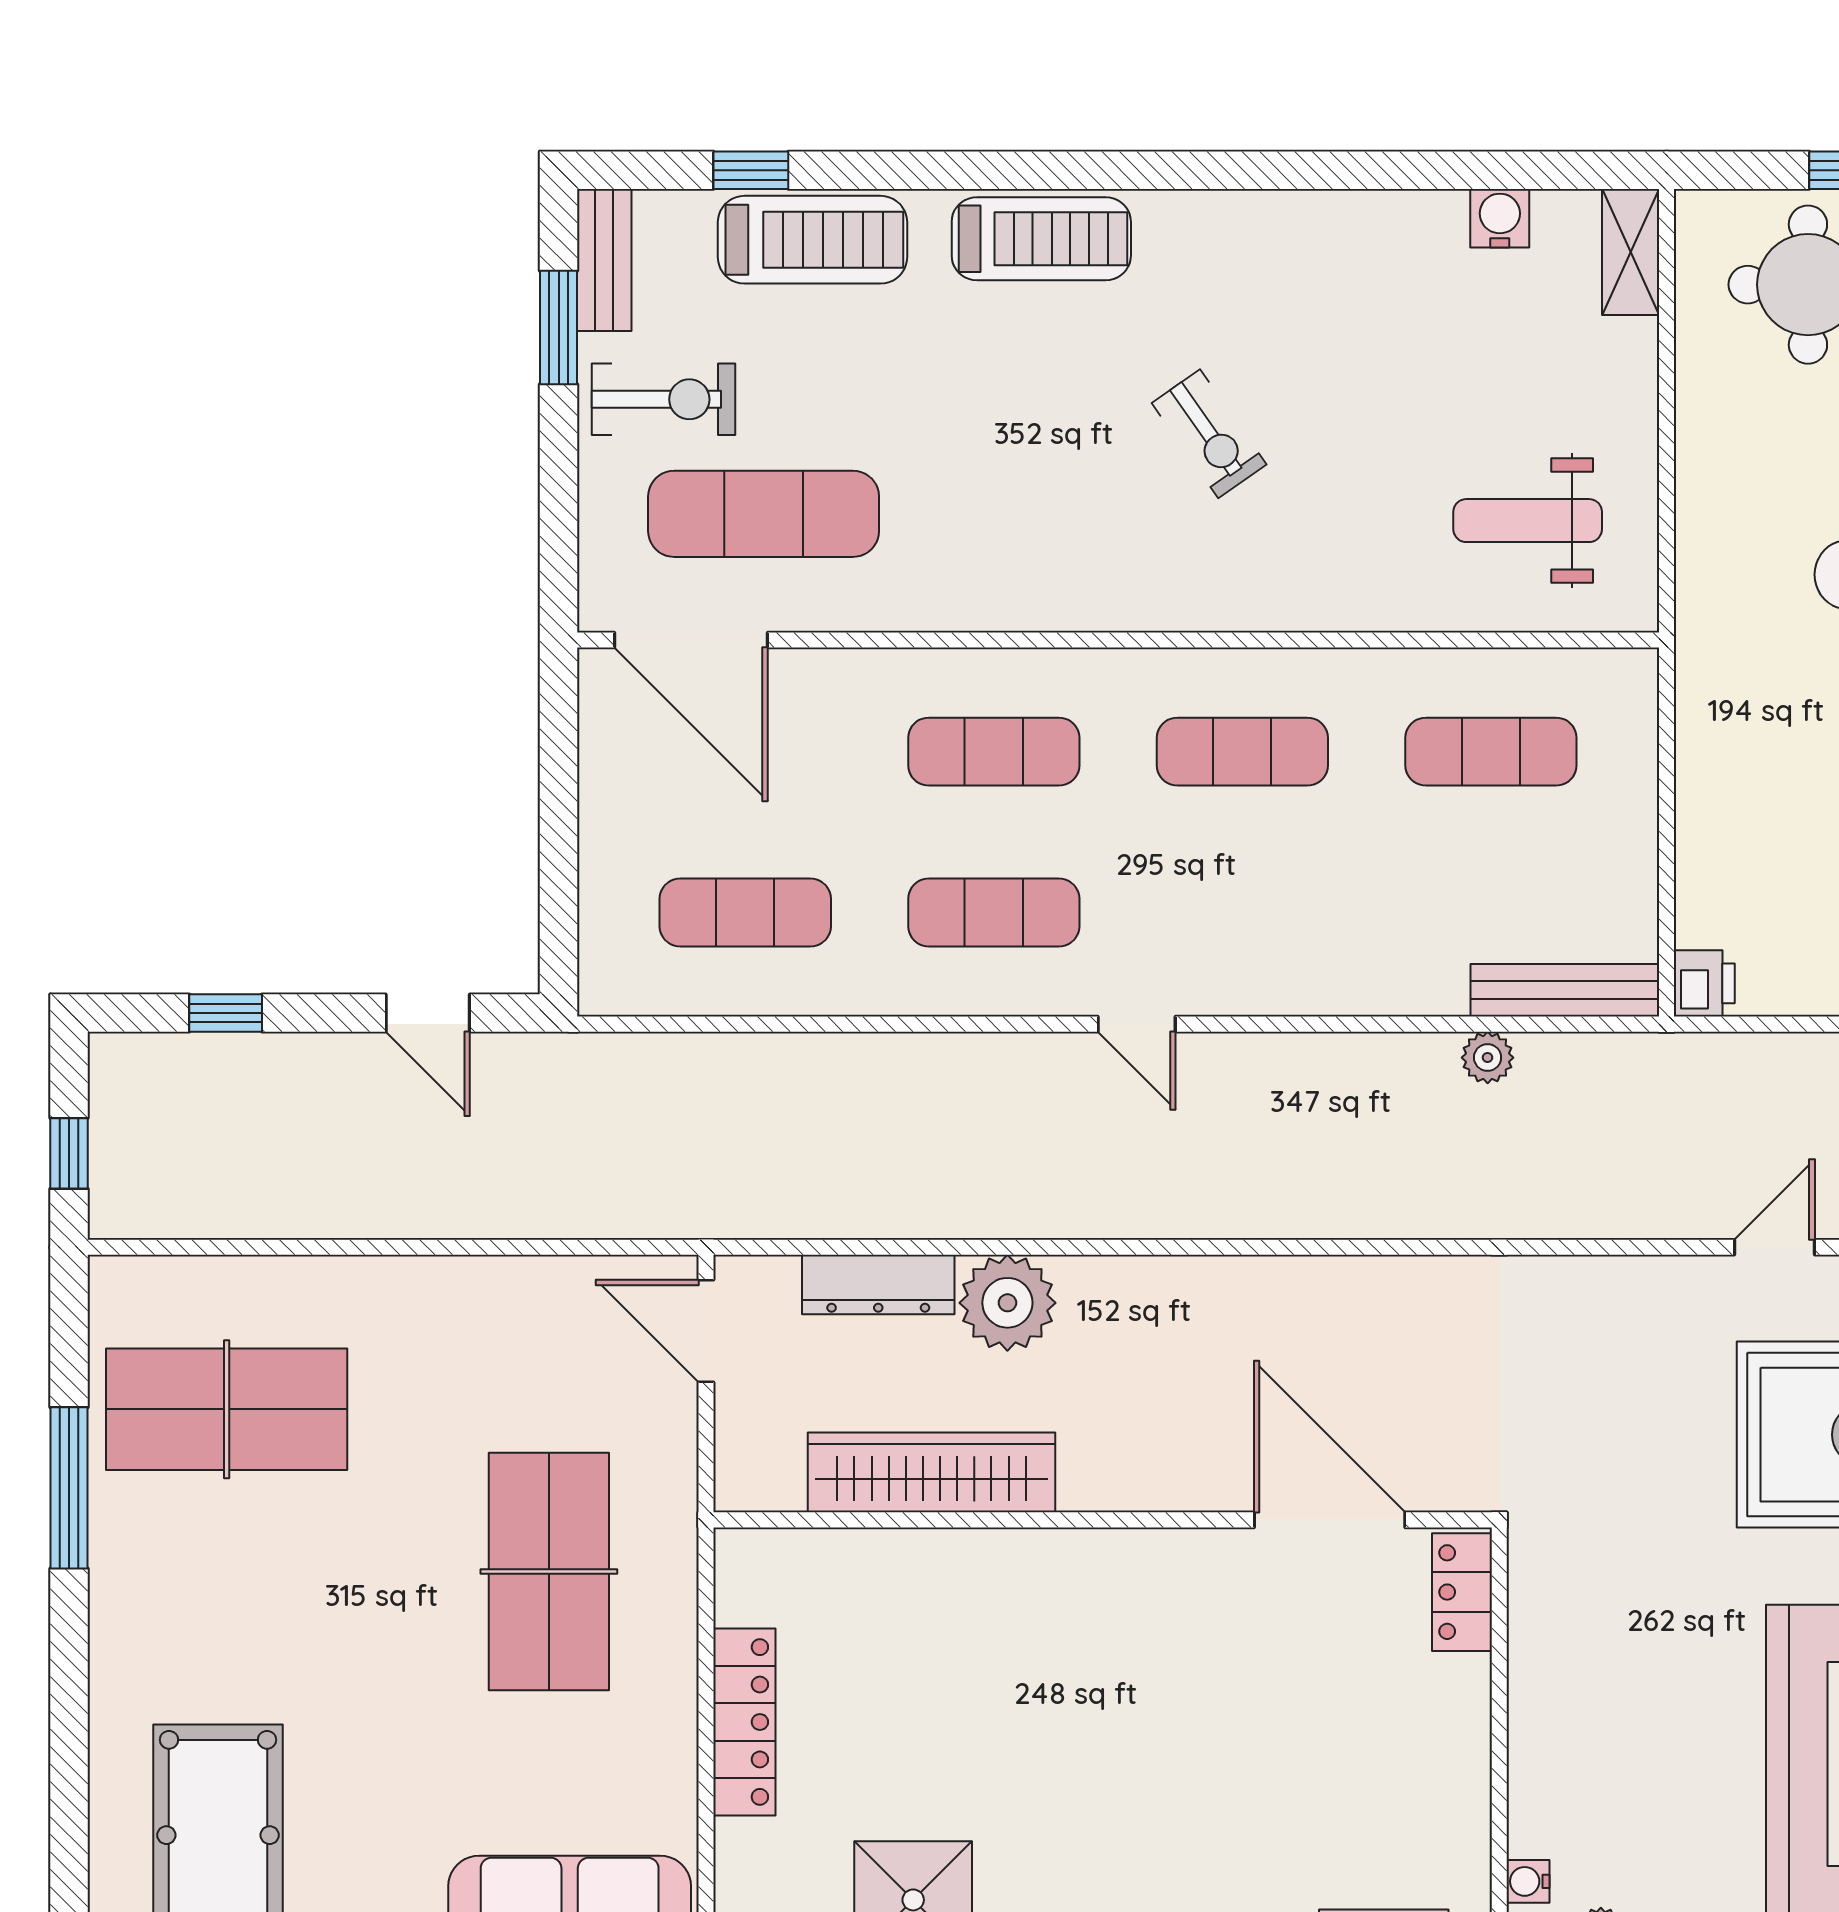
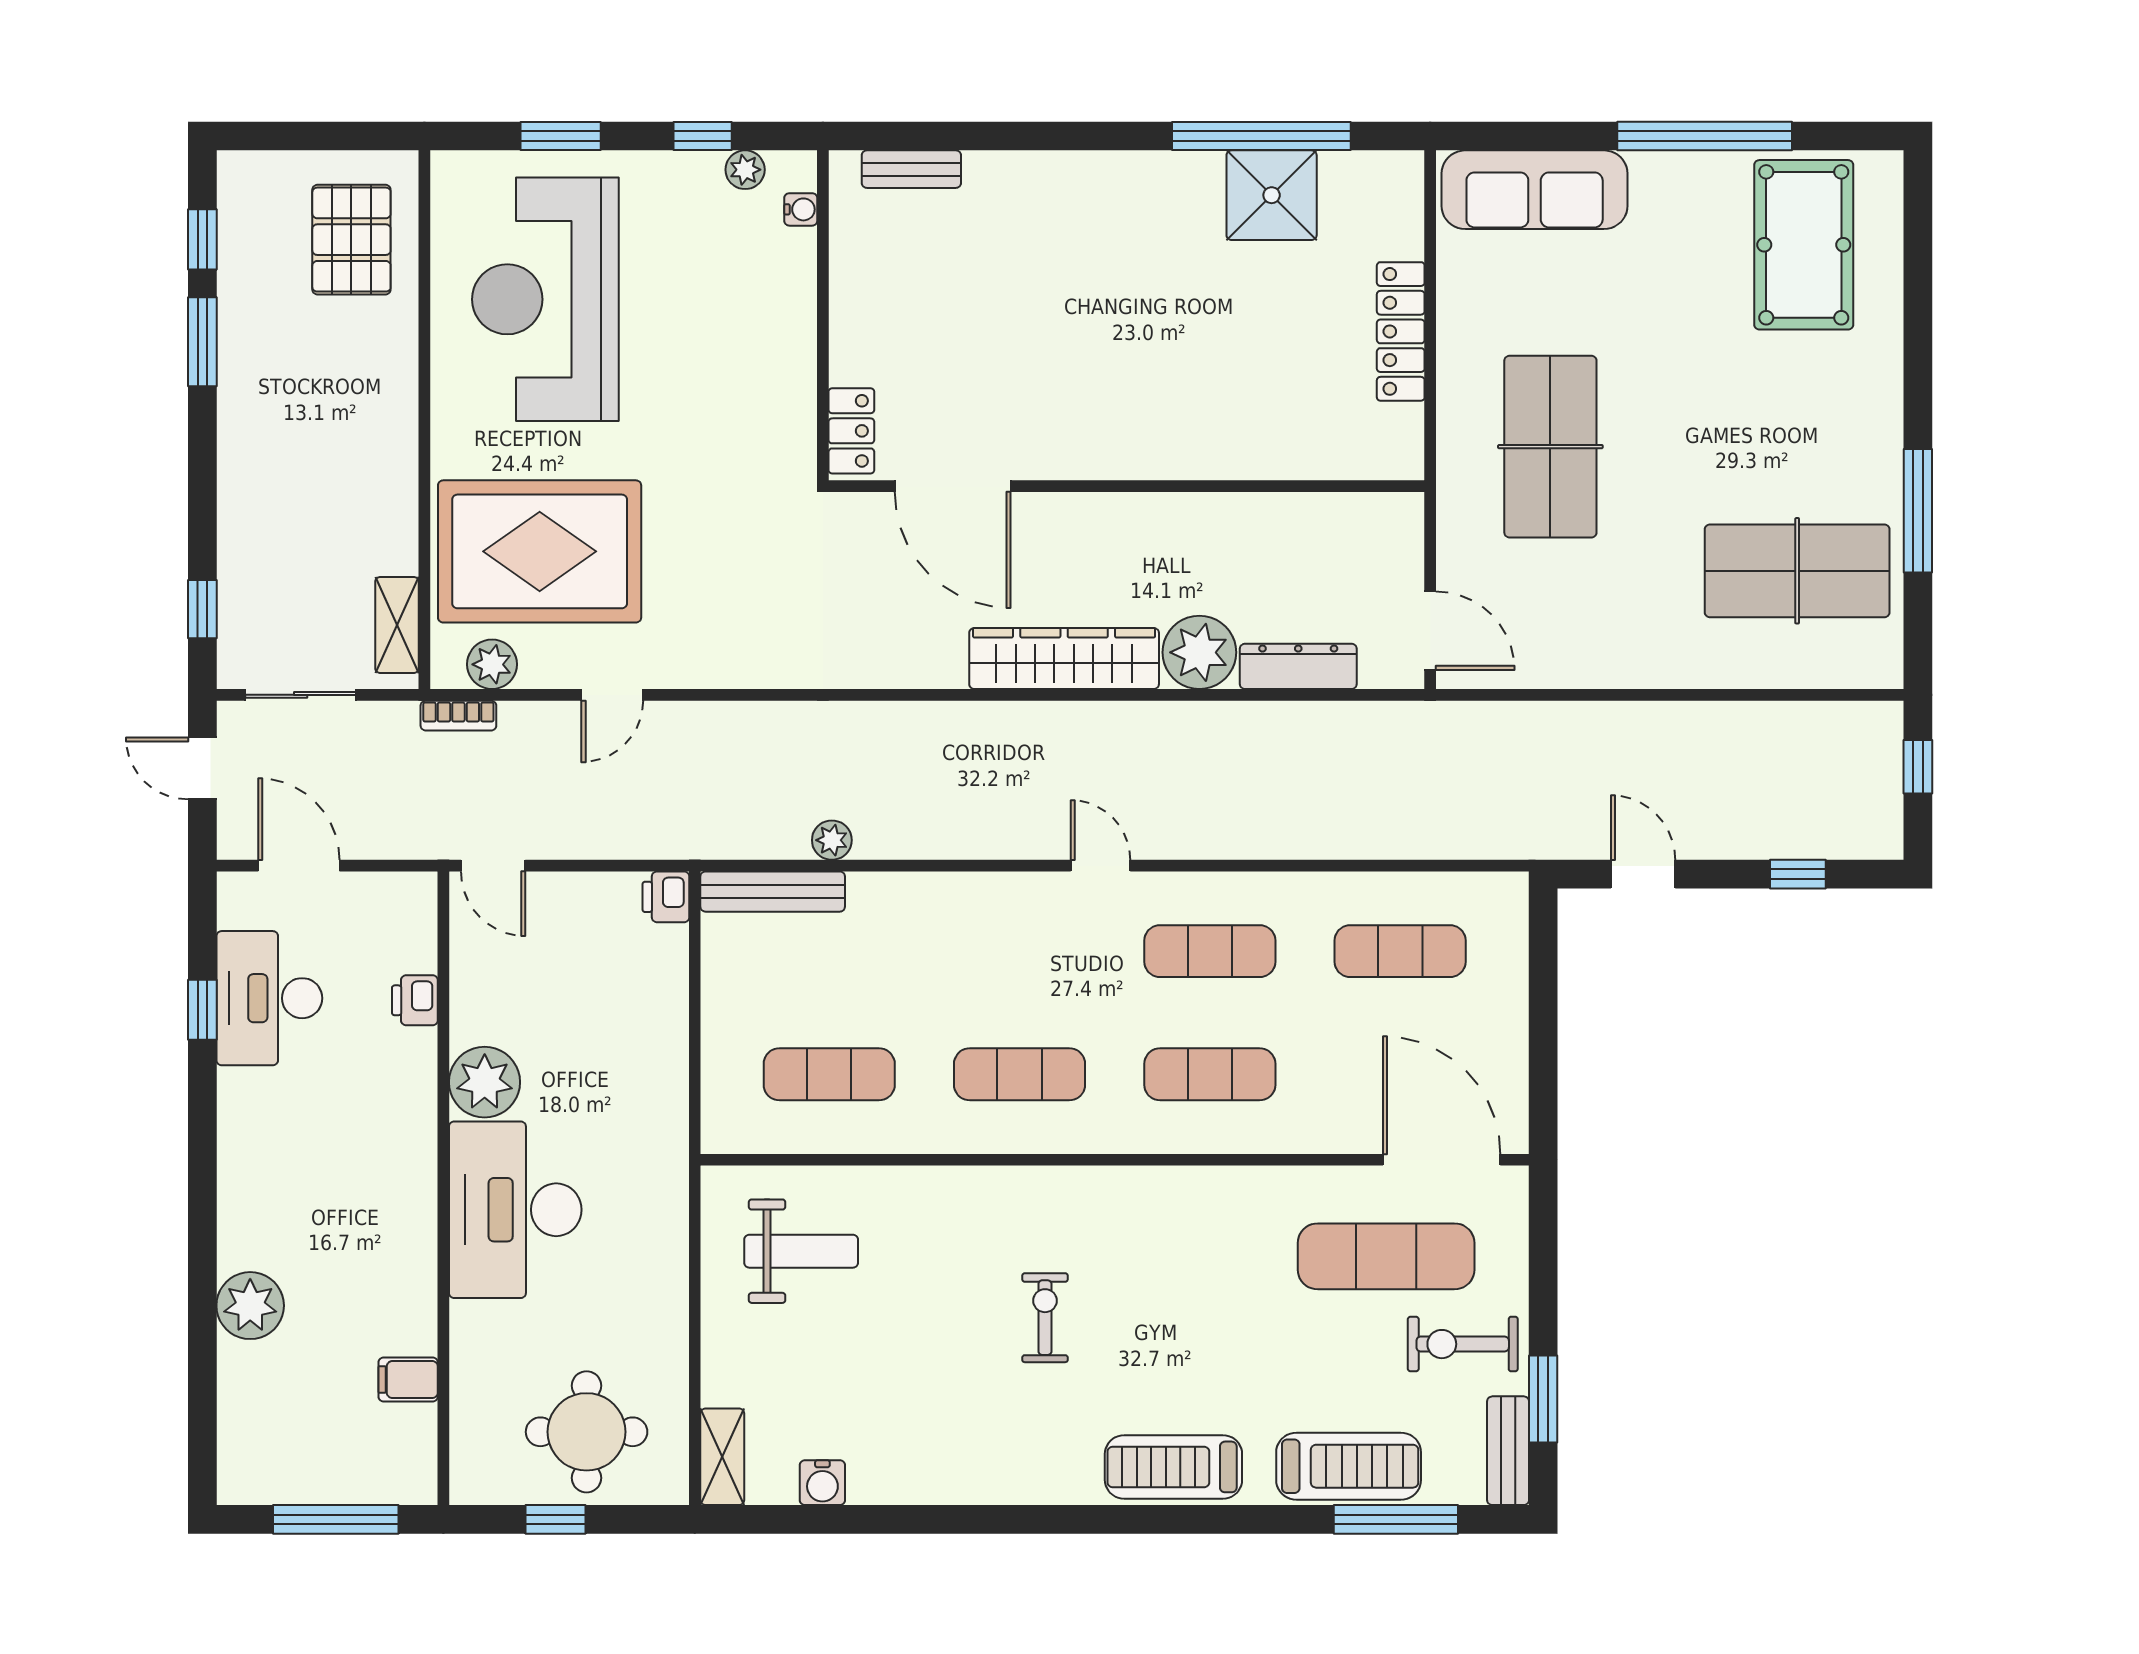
window: (751, 170) -> (1396, 1519), width x2.17
treadmill: (813, 240) -> (1349, 1466), turned 180
exercise bike: (1209, 434) -> (1045, 1318), turned 35
wardrobe: (932, 1472) -> (1064, 658), moved, turned 180

